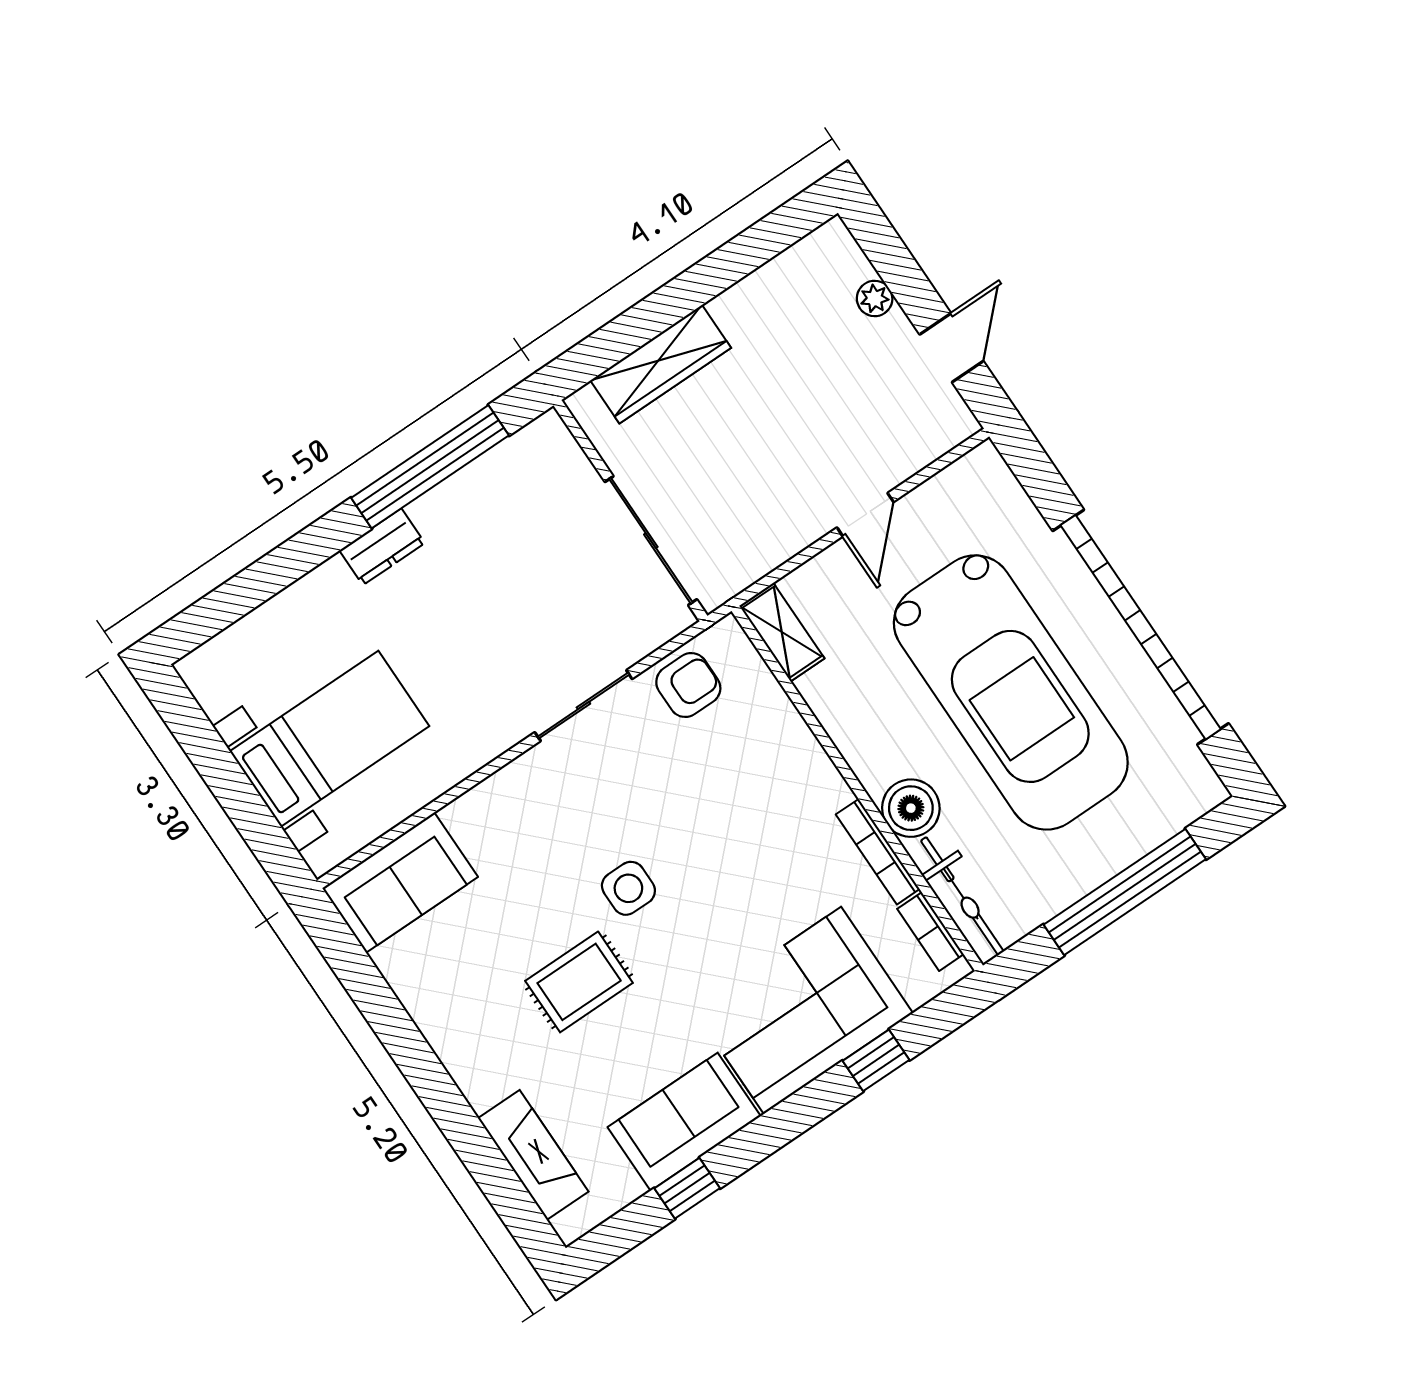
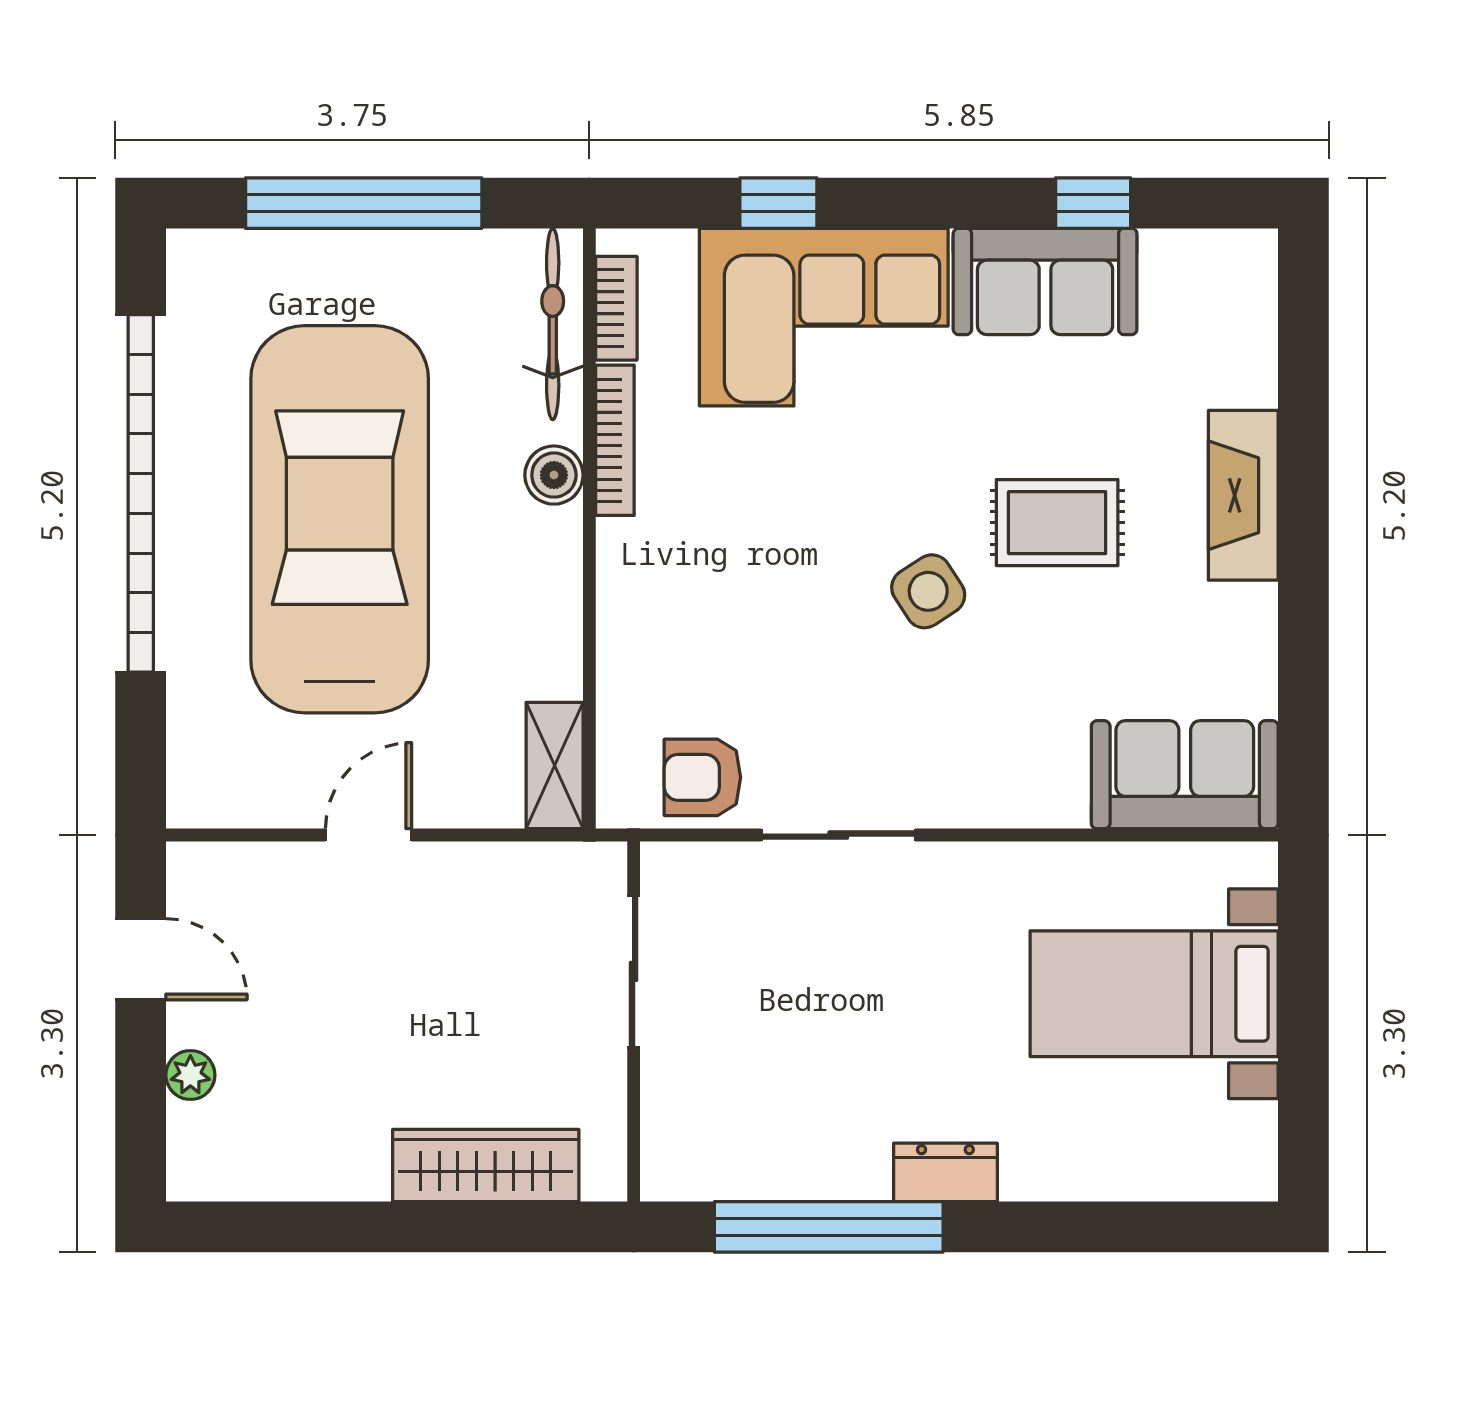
door: (951, 348) -> (141, 959), swing flipped
sliding door: (651, 541) -> (634, 971), width x0.73
boiler: (911, 808) -> (554, 475), width x0.73, depth x0.73
side table: (628, 888) -> (928, 591), turned -33
fireplace: (533, 1155) -> (1243, 495), moved

